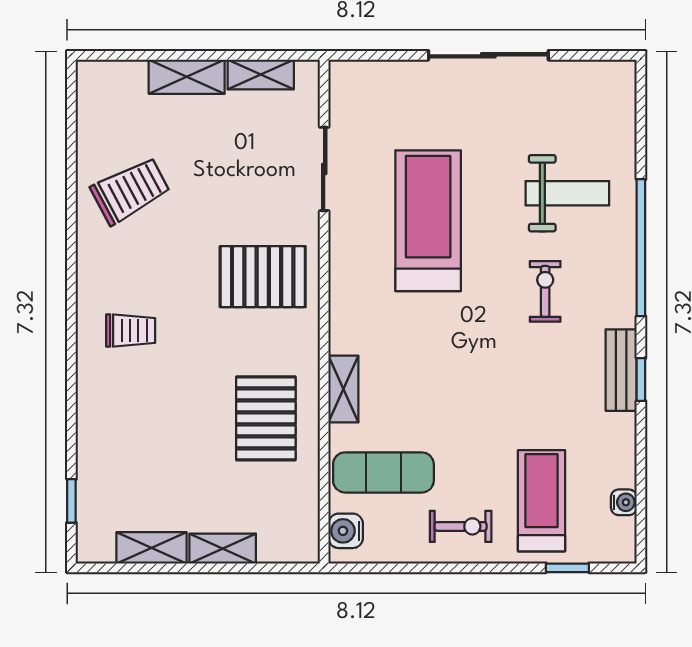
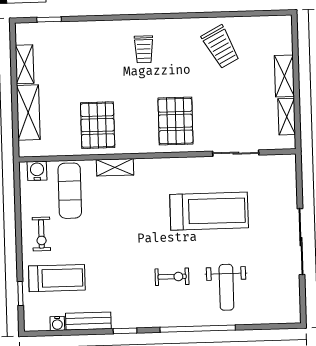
bench: (621, 370) -> (88, 321), moved
pallet: (266, 418) -> (98, 125), turned 90
shelving: (223, 549) -> (28, 113), width x1.50, depth x1.33

